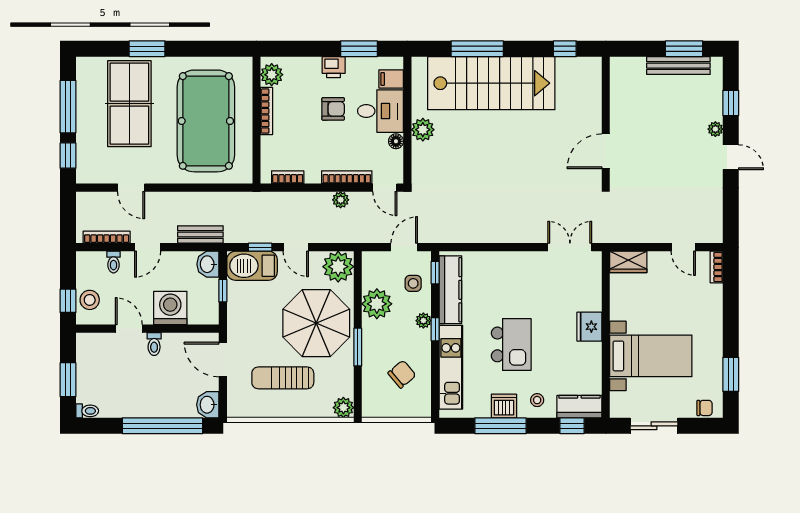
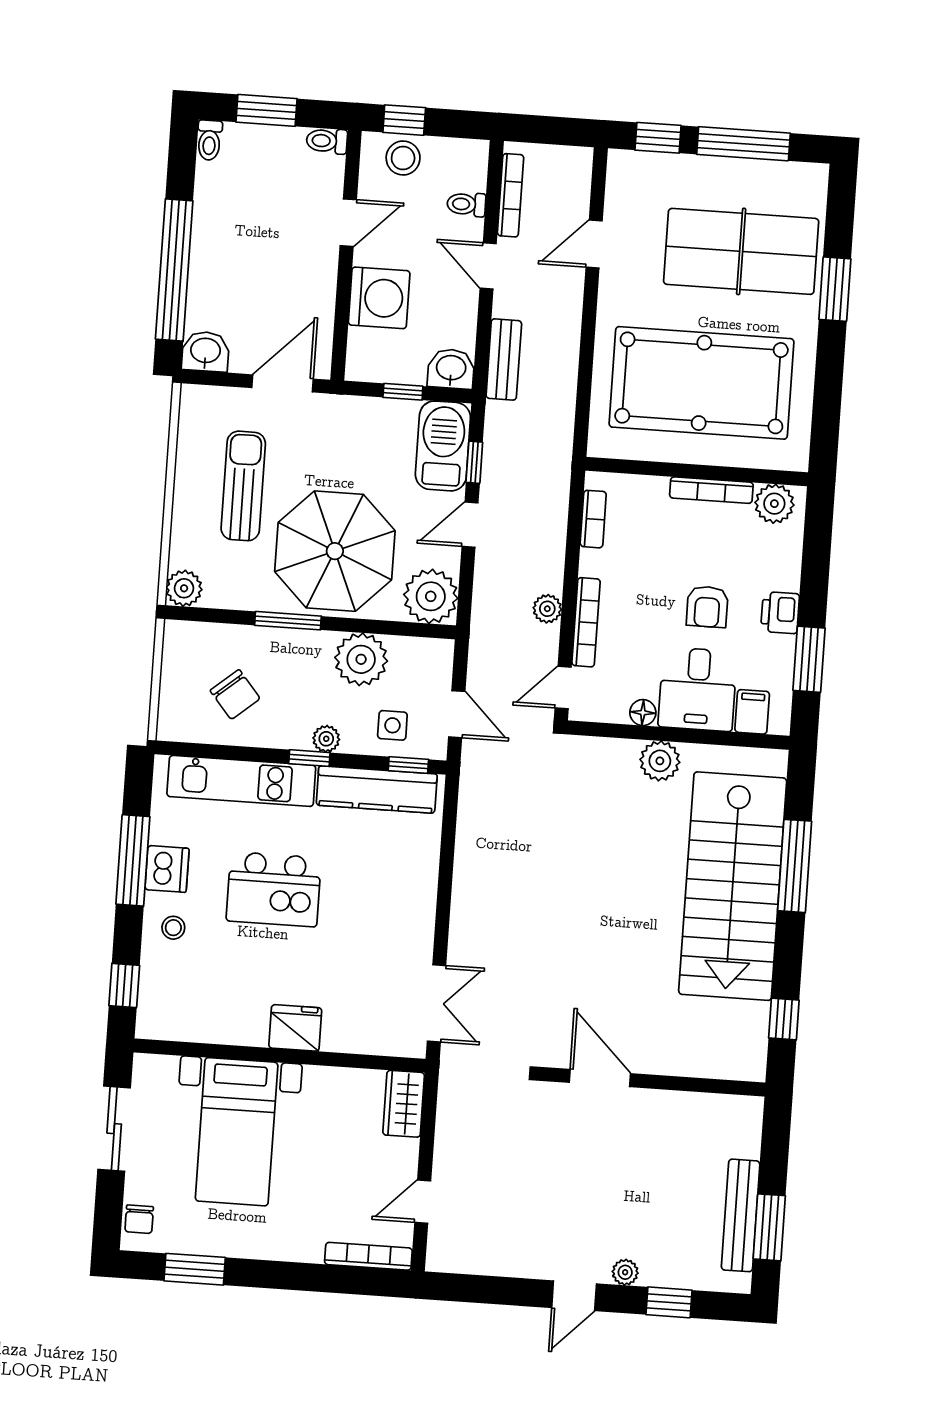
bookcase: (717, 267) -> (368, 1256), width x1.56
toilet: (154, 344) -> (327, 141), moved
kitchen counter: (579, 407) -> (157, 1001), removed

